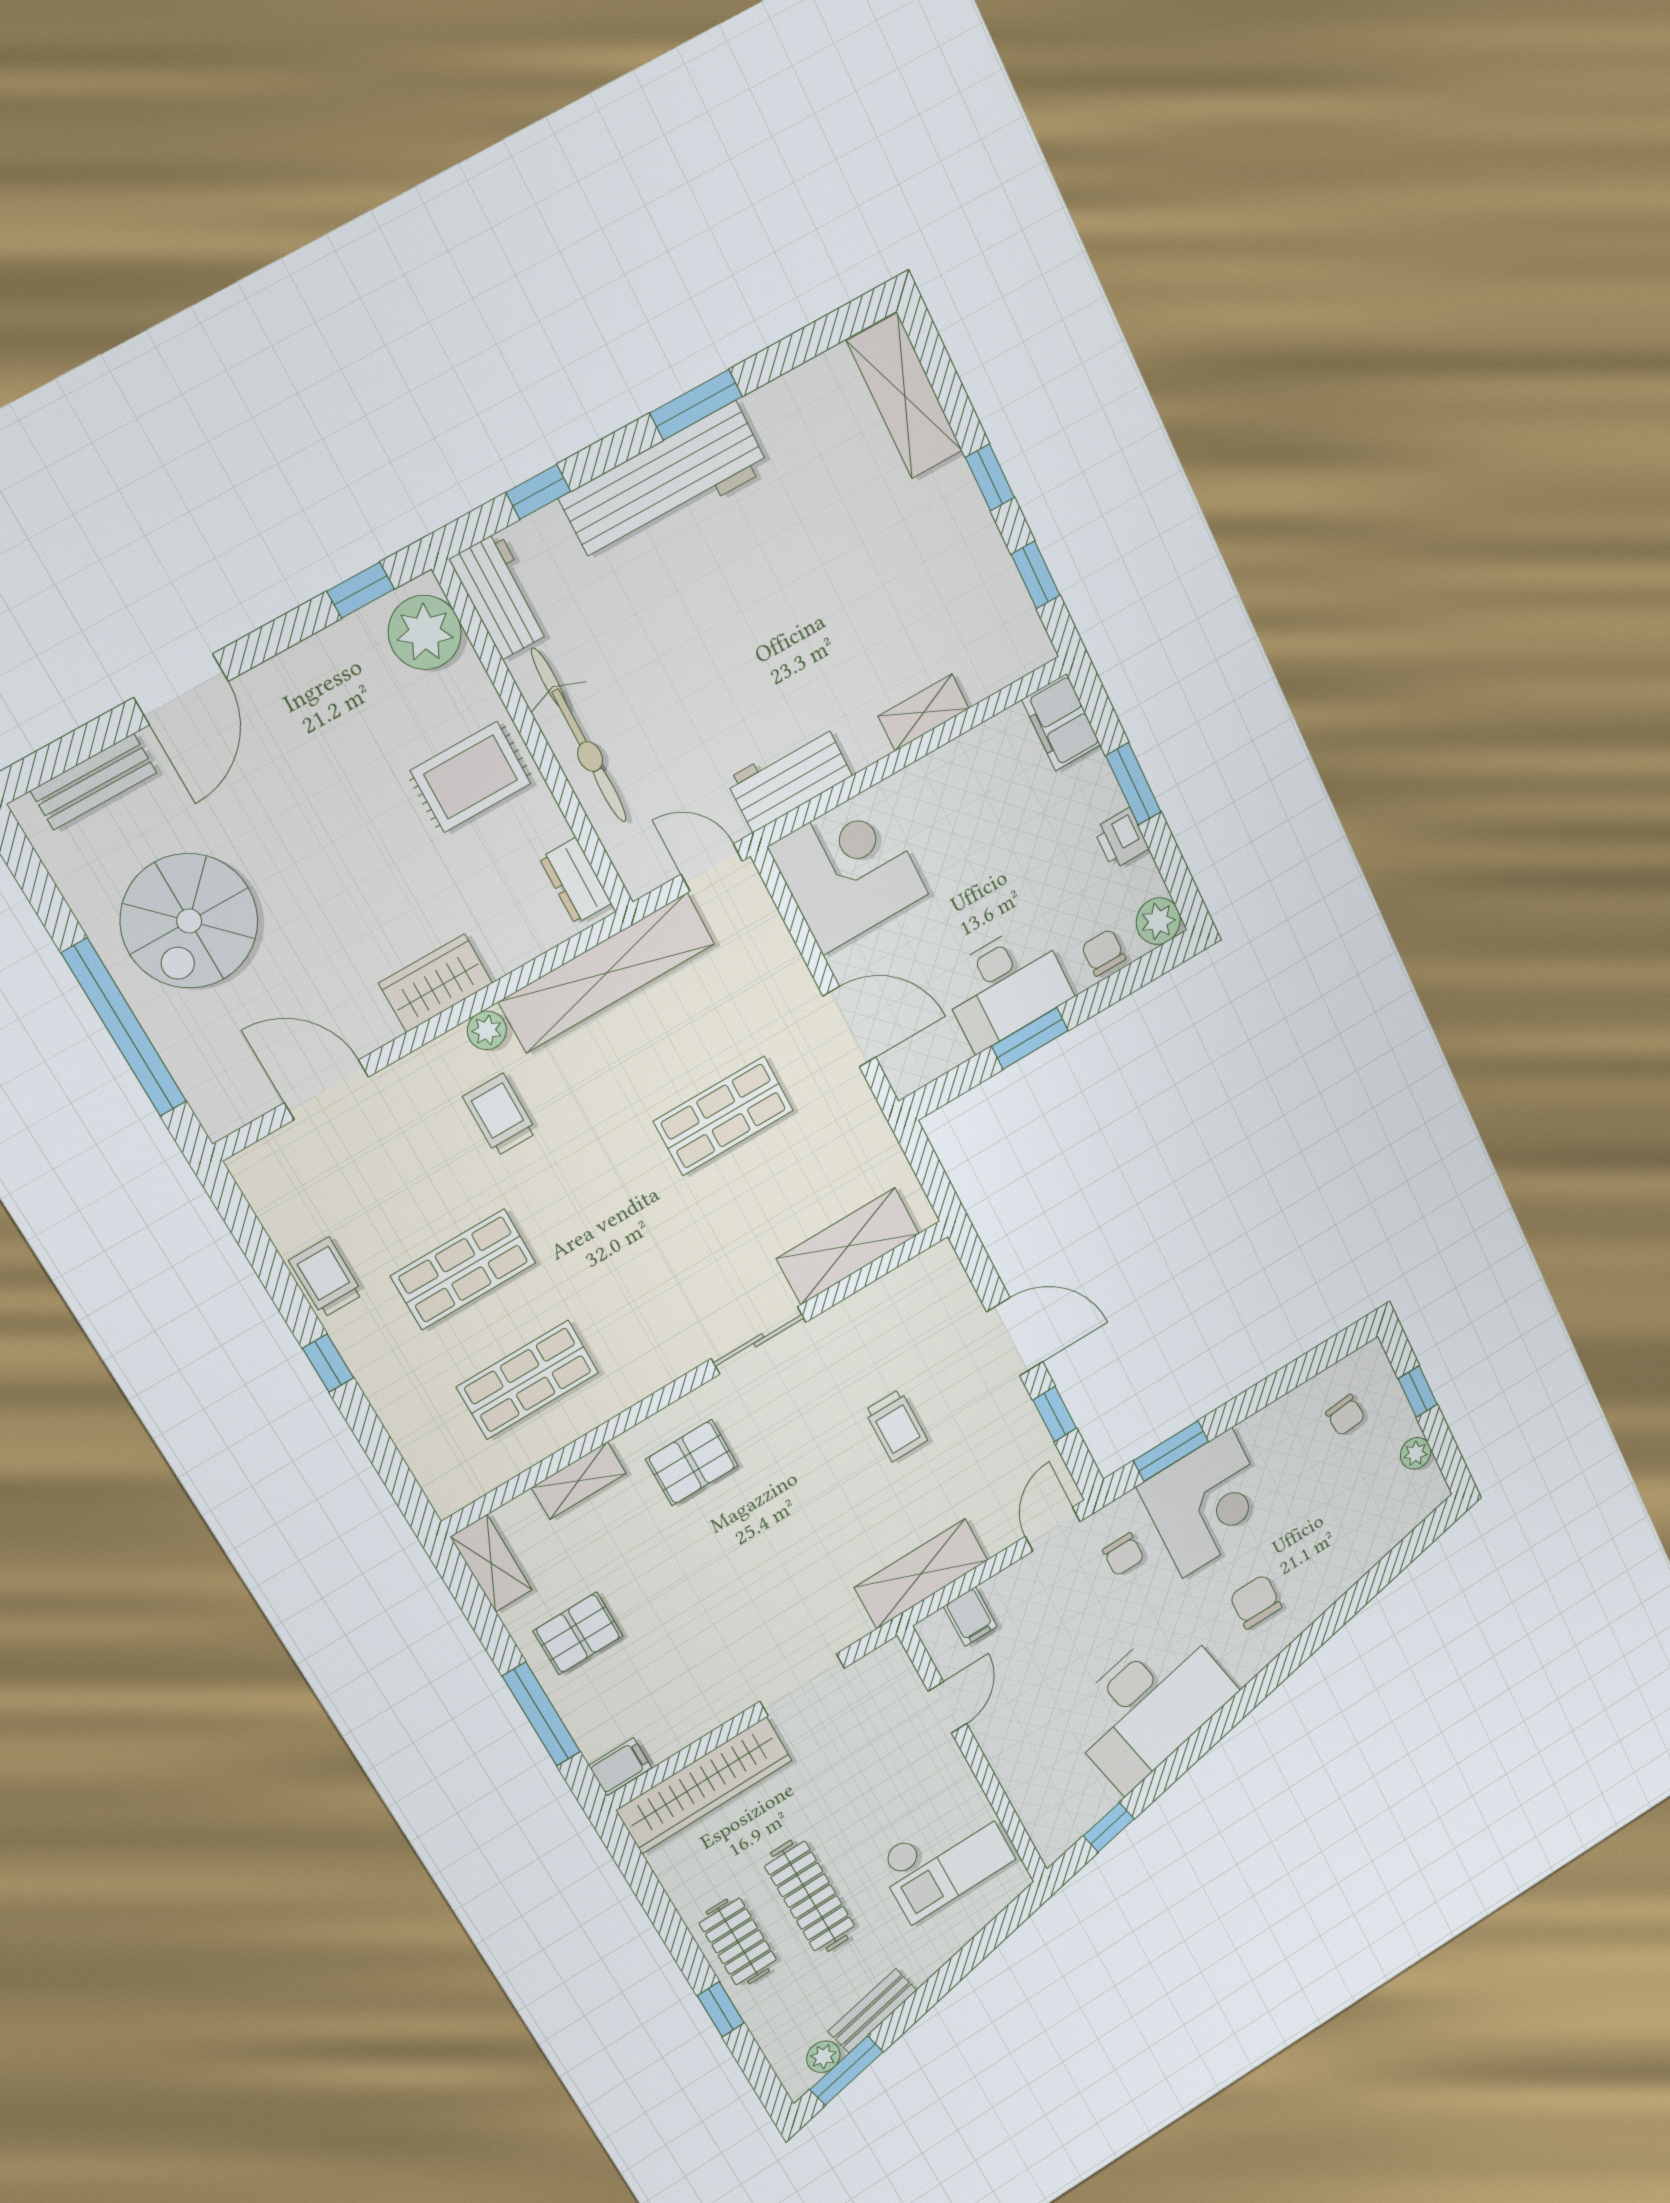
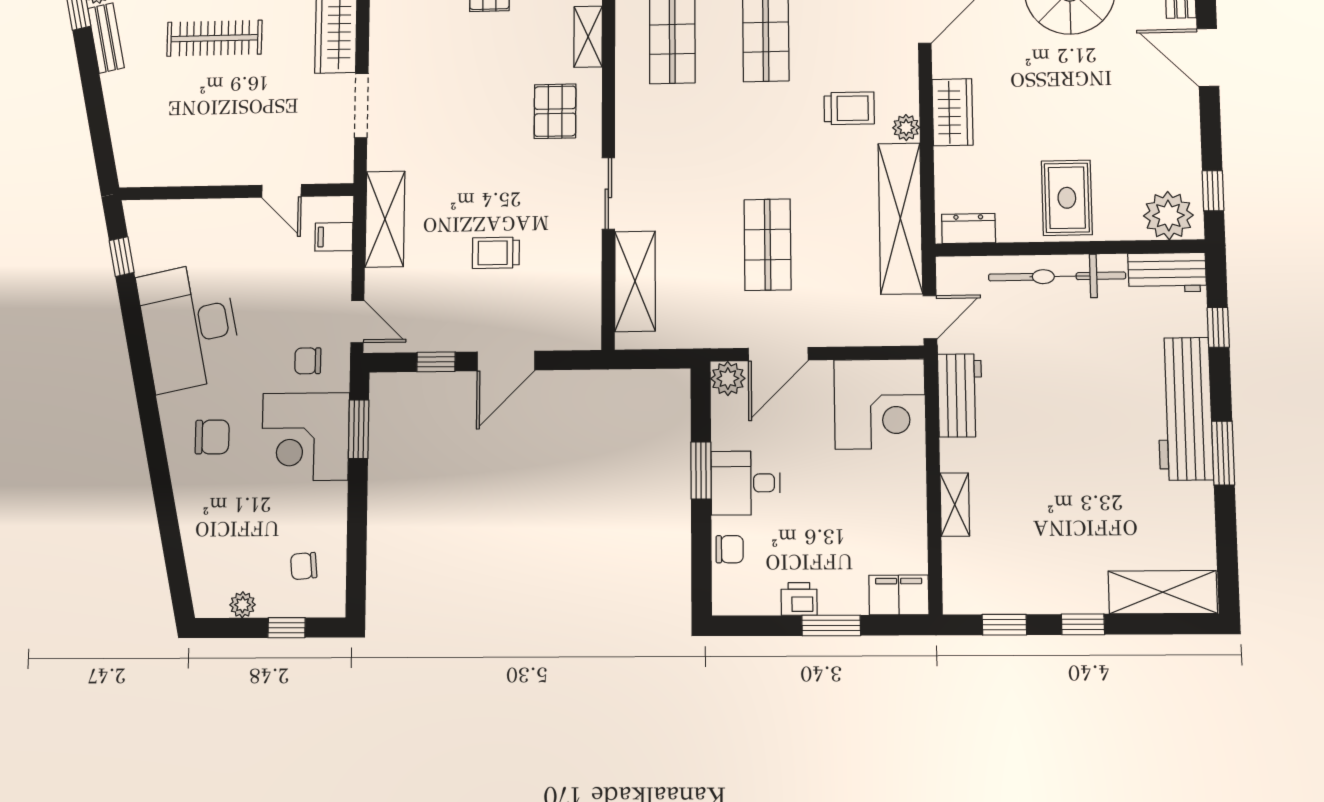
plant: (1158, 921) -> (728, 379), moved
desk: (1006, 986) -> (745, 483), width x0.73
checkout: (945, 1859) -> (177, 137), removed

